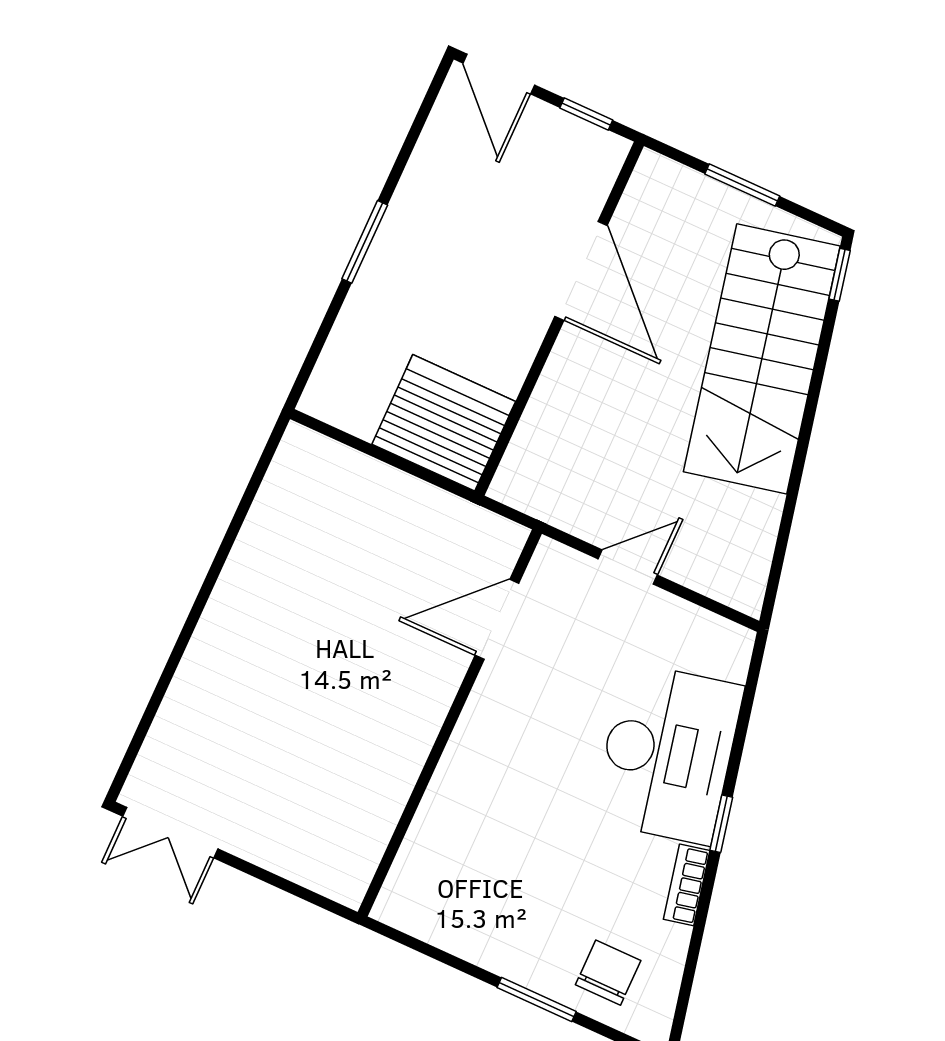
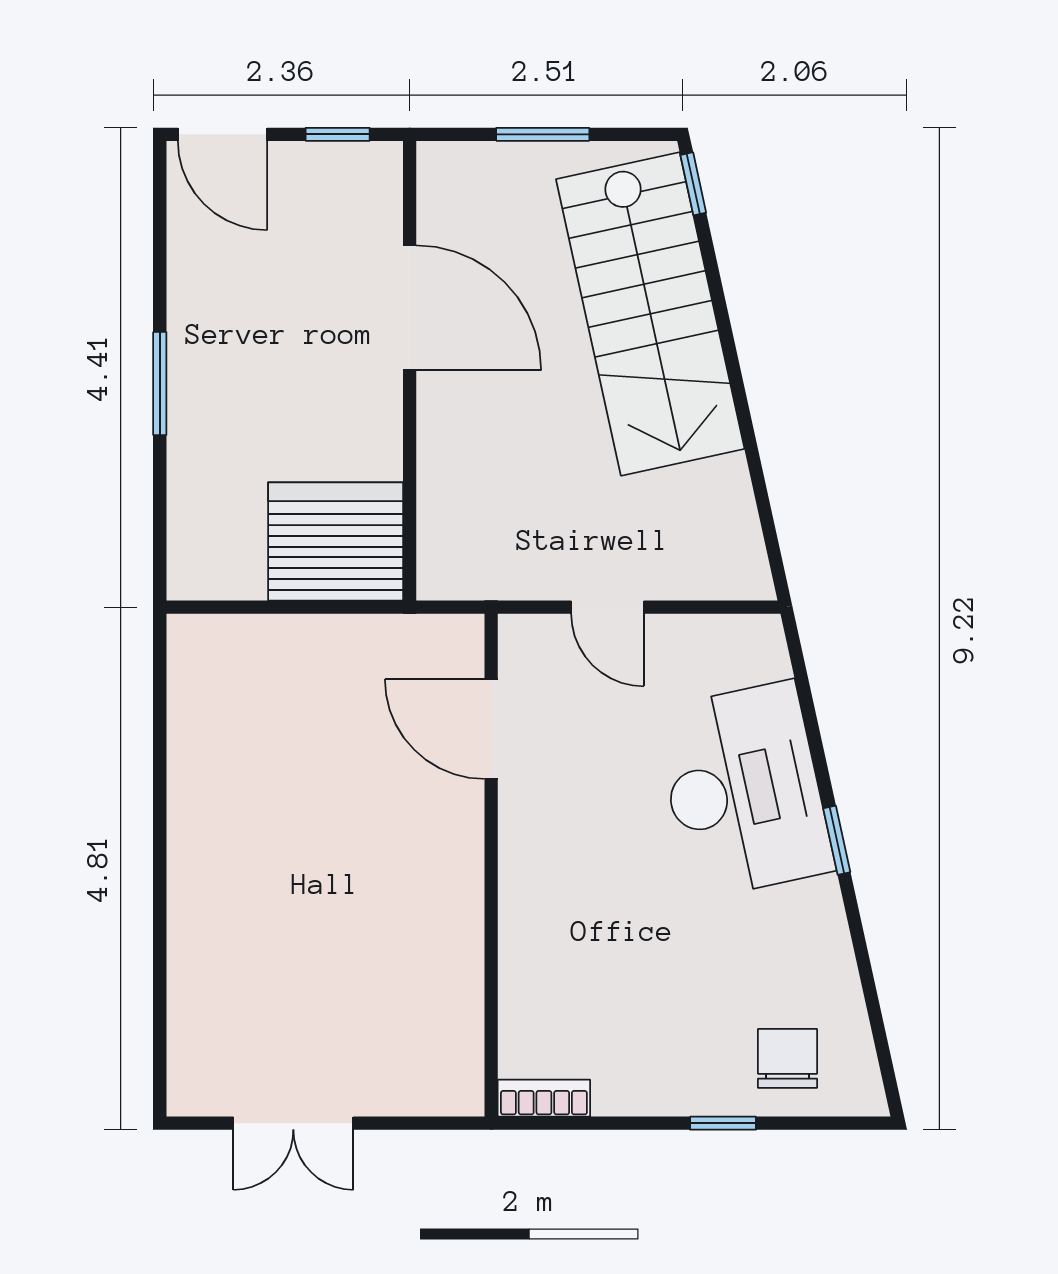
door: (628, 567) -> (608, 607), swing flipped
door: (497, 619) -> (491, 729), hinge flipped
double door: (170, 833) -> (293, 1123), moved
bookcase: (687, 885) -> (544, 1098), moved, turned 102
window: (537, 999) -> (723, 1123), width x0.67

